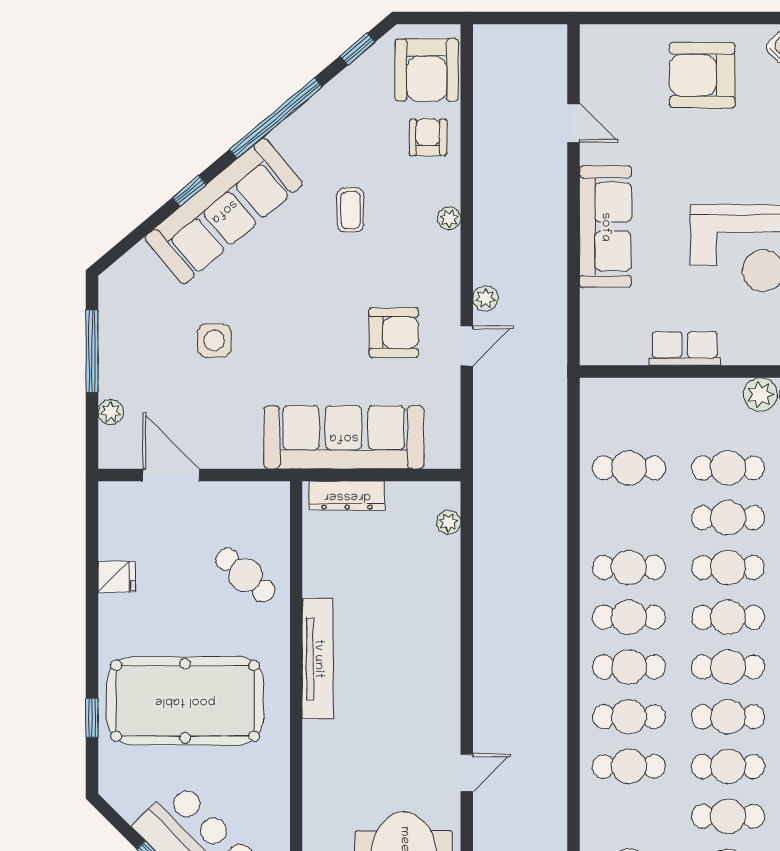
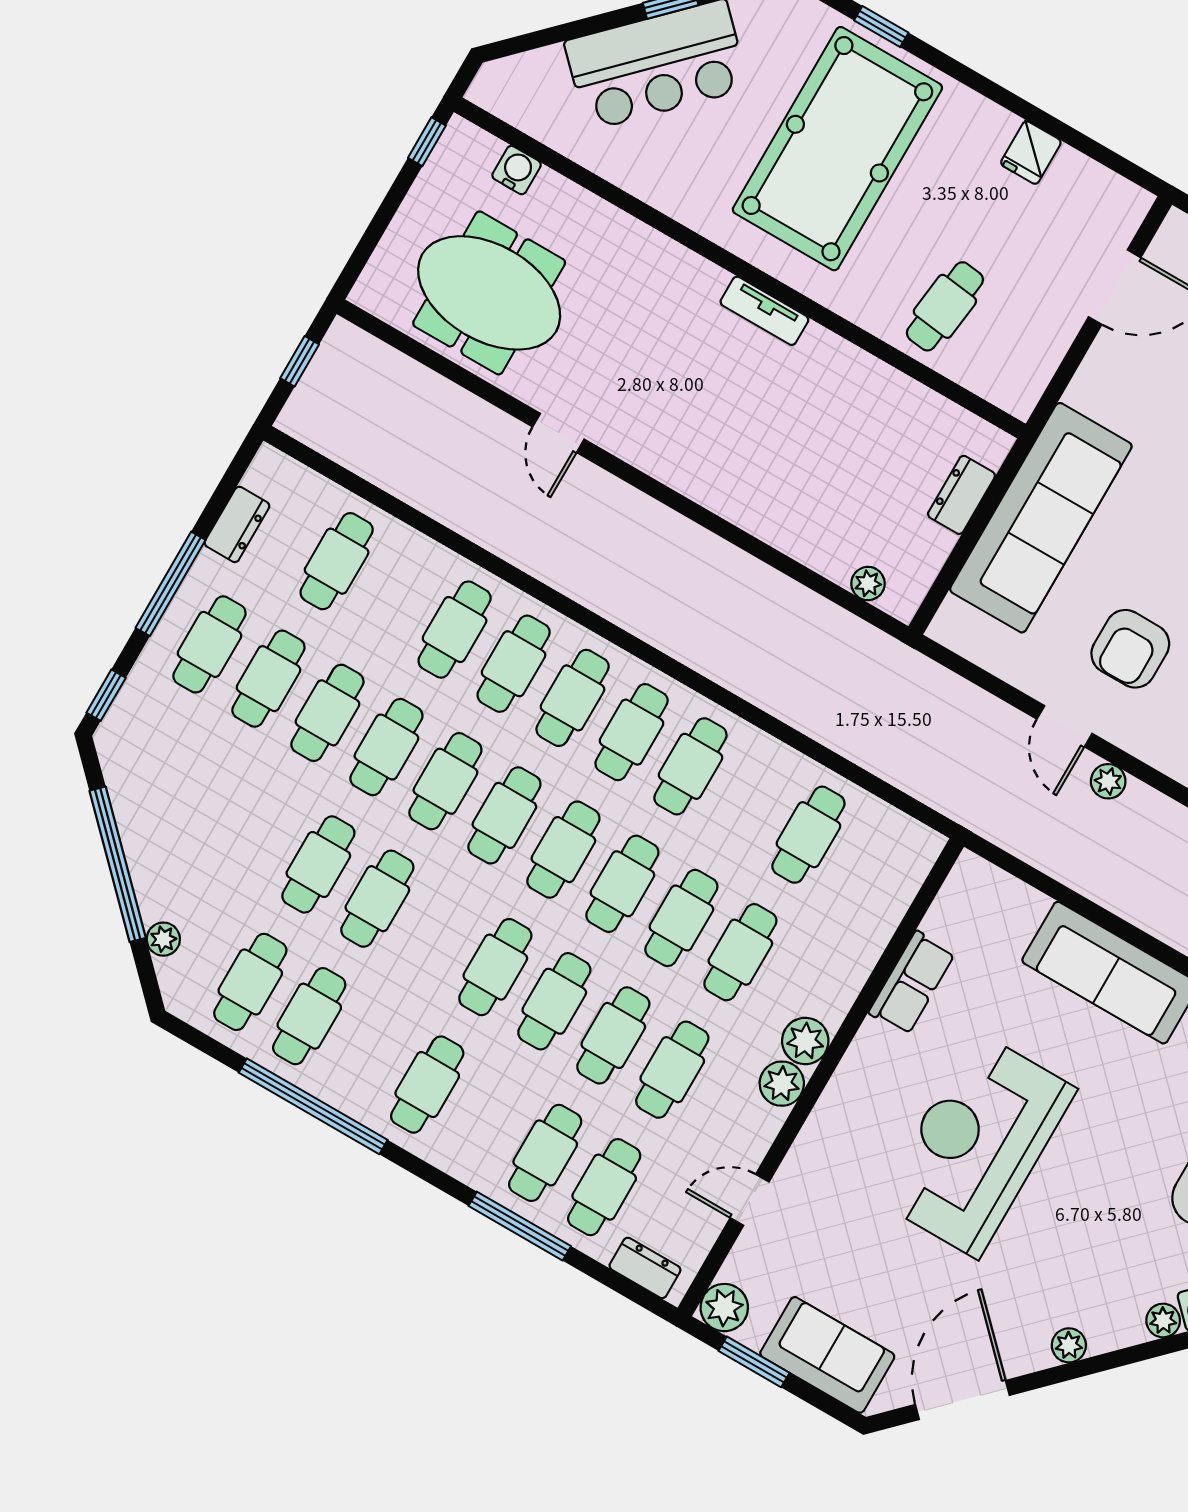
dresser: (347, 496) -> (961, 495), width x0.70
cafe table: (245, 575) -> (945, 306), turned -34
tv unit: (318, 659) -> (764, 311), width x0.52, depth x0.78

